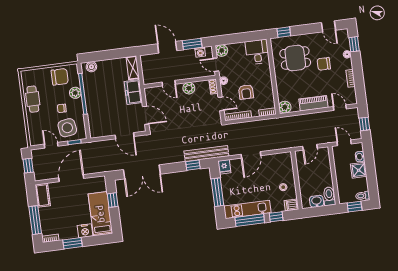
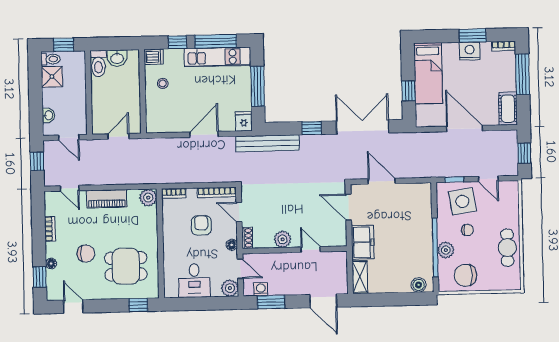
door: (167, 47) -> (323, 301), moved
desk: (257, 52) -> (194, 281), moved
window: (193, 165) -> (312, 128), moved
shower: (359, 170) -> (52, 77), moved
door: (71, 178) -> (464, 129), swing flipped
nightstand: (85, 231) -> (470, 51), moved

